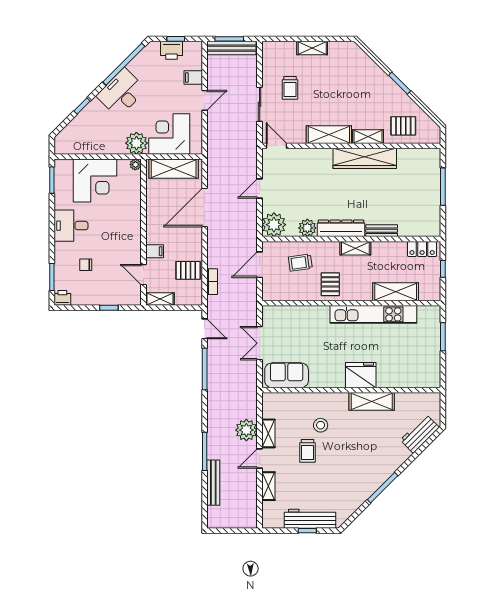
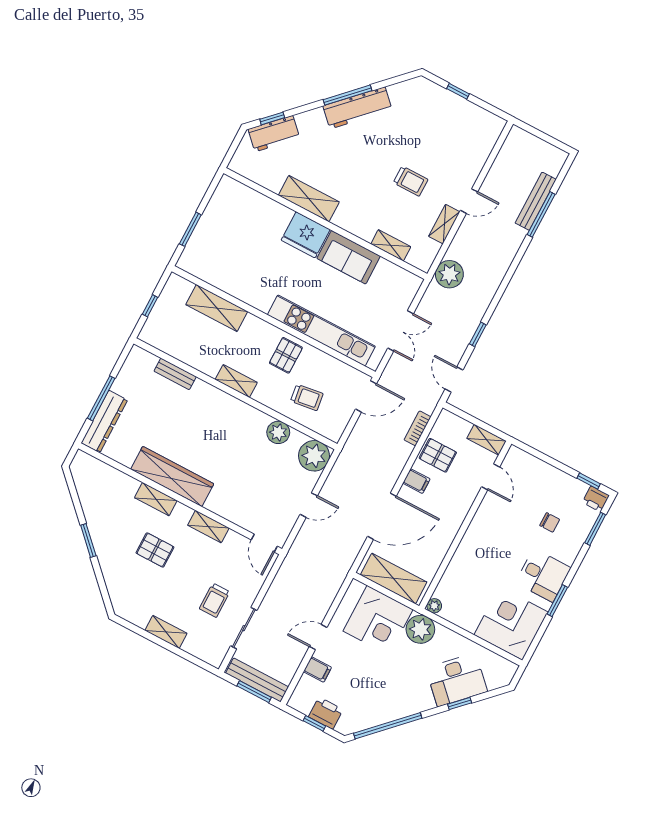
trolley: (290, 88) -> (215, 600), turned 180
desk: (121, 93) -> (457, 680), moved
sliding door: (260, 104) -> (244, 628), moved
pallet: (403, 126) -> (155, 550), moved
shelving: (329, 135) -> (208, 527), width x0.67, depth x0.75
window: (52, 180) -> (557, 601), moved
corner desk: (95, 180) -> (511, 623), moved
dresser: (341, 228) -> (104, 422), moved, turned -90
bench: (382, 231) -> (175, 374), moved
locker: (422, 249) -> (162, 340), removed
filing cabinet: (155, 251) -> (416, 481), moved, turned 180
door: (260, 265) -> (366, 396), moved
window: (109, 308) -> (589, 481), moved
kitchen unit: (373, 314) -> (321, 331), moved
window: (205, 369) -> (478, 334), width x0.46
sofa: (287, 375) -> (349, 257), moved
stool: (321, 425) -> (380, 202), removed
plant: (246, 430) -> (449, 274), moved
window: (427, 444) -> (272, 118), added
window: (205, 451) -> (541, 214), moved
trolley: (307, 451) -> (411, 181), turned 90
shelving: (268, 486) -> (391, 245), moved, turned 90
workbench: (310, 519) -> (358, 108), moved, turned -45

